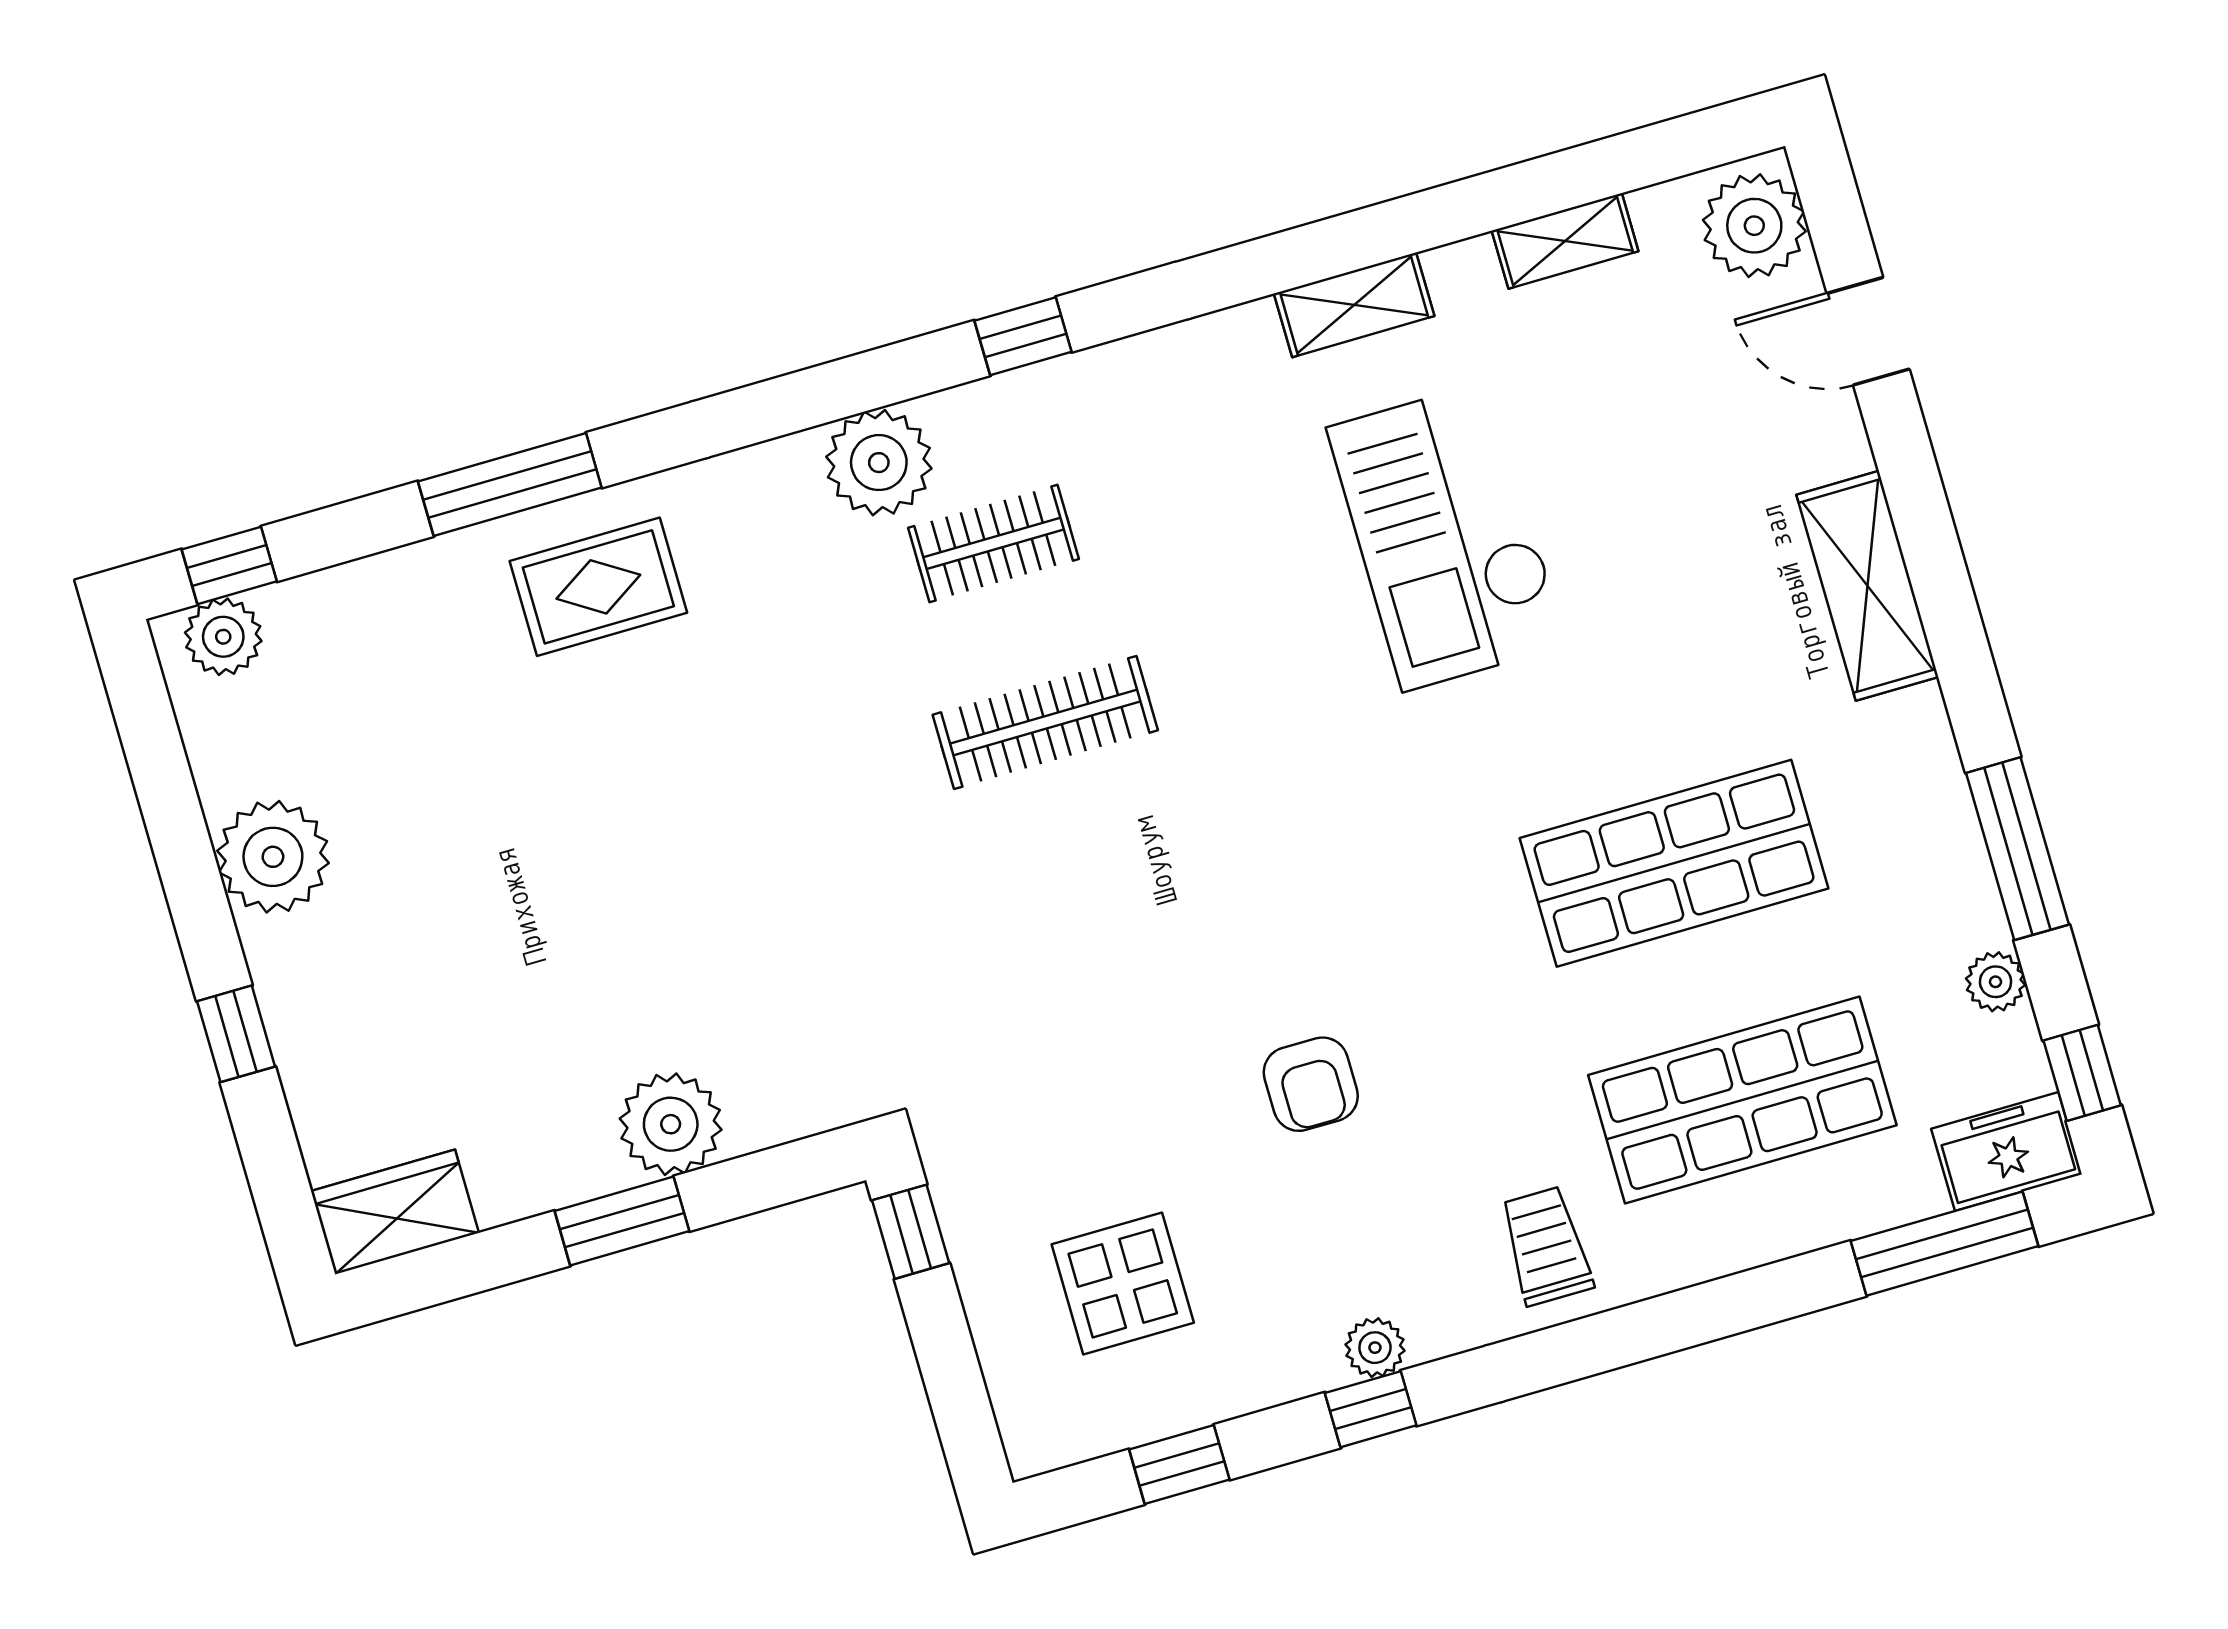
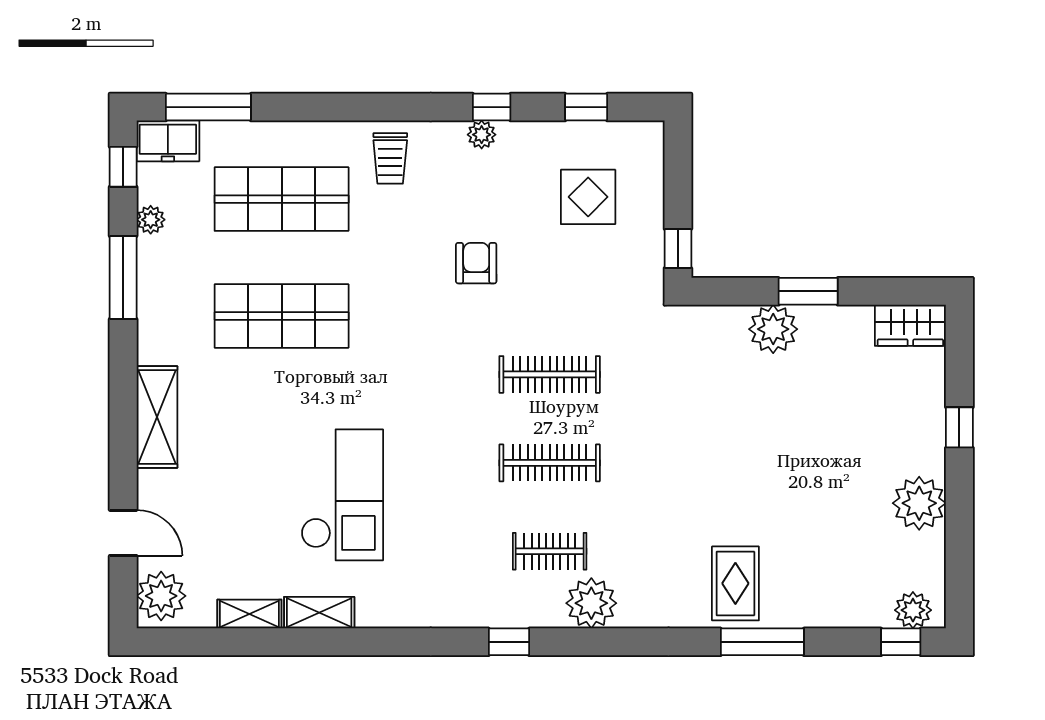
shelving: (1354, 305) -> (319, 613), moved
rug: (598, 587) -> (735, 583), turned 90
clothes rail: (1097, 902) -> (550, 374), added

